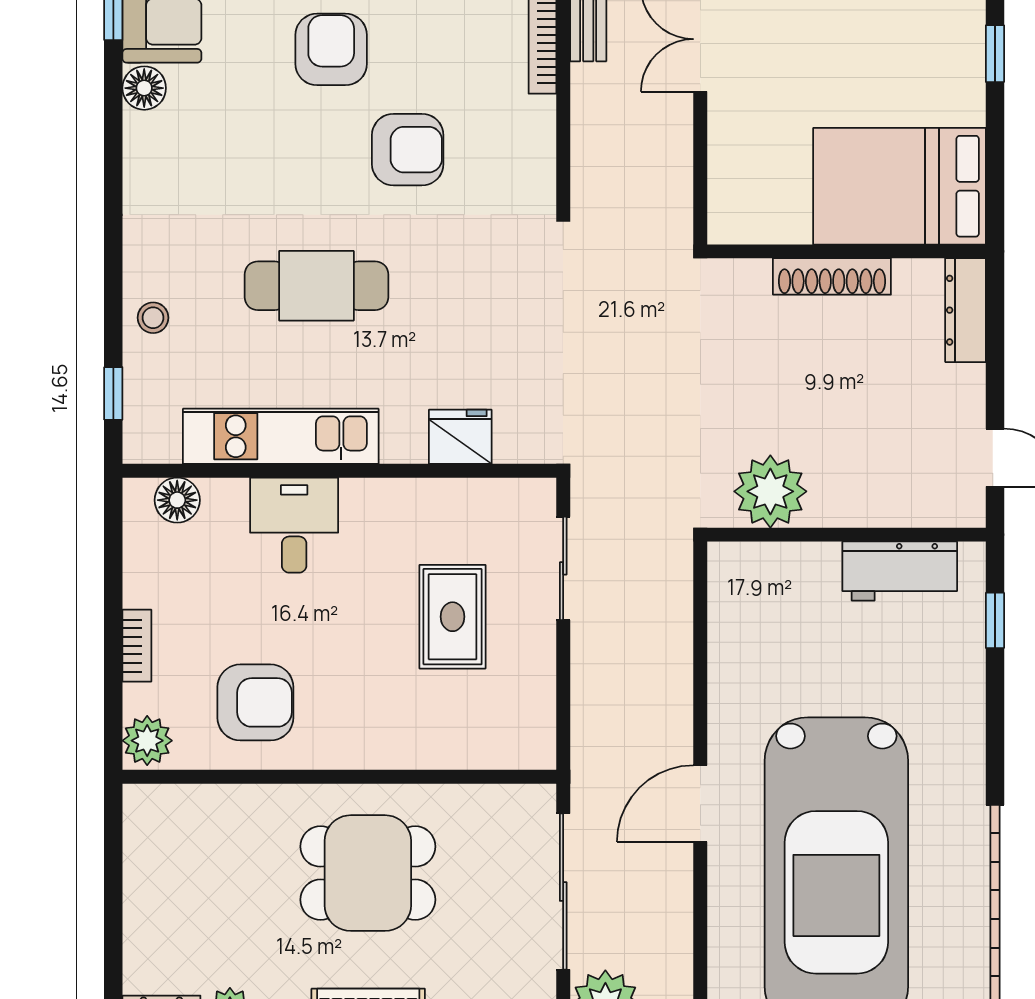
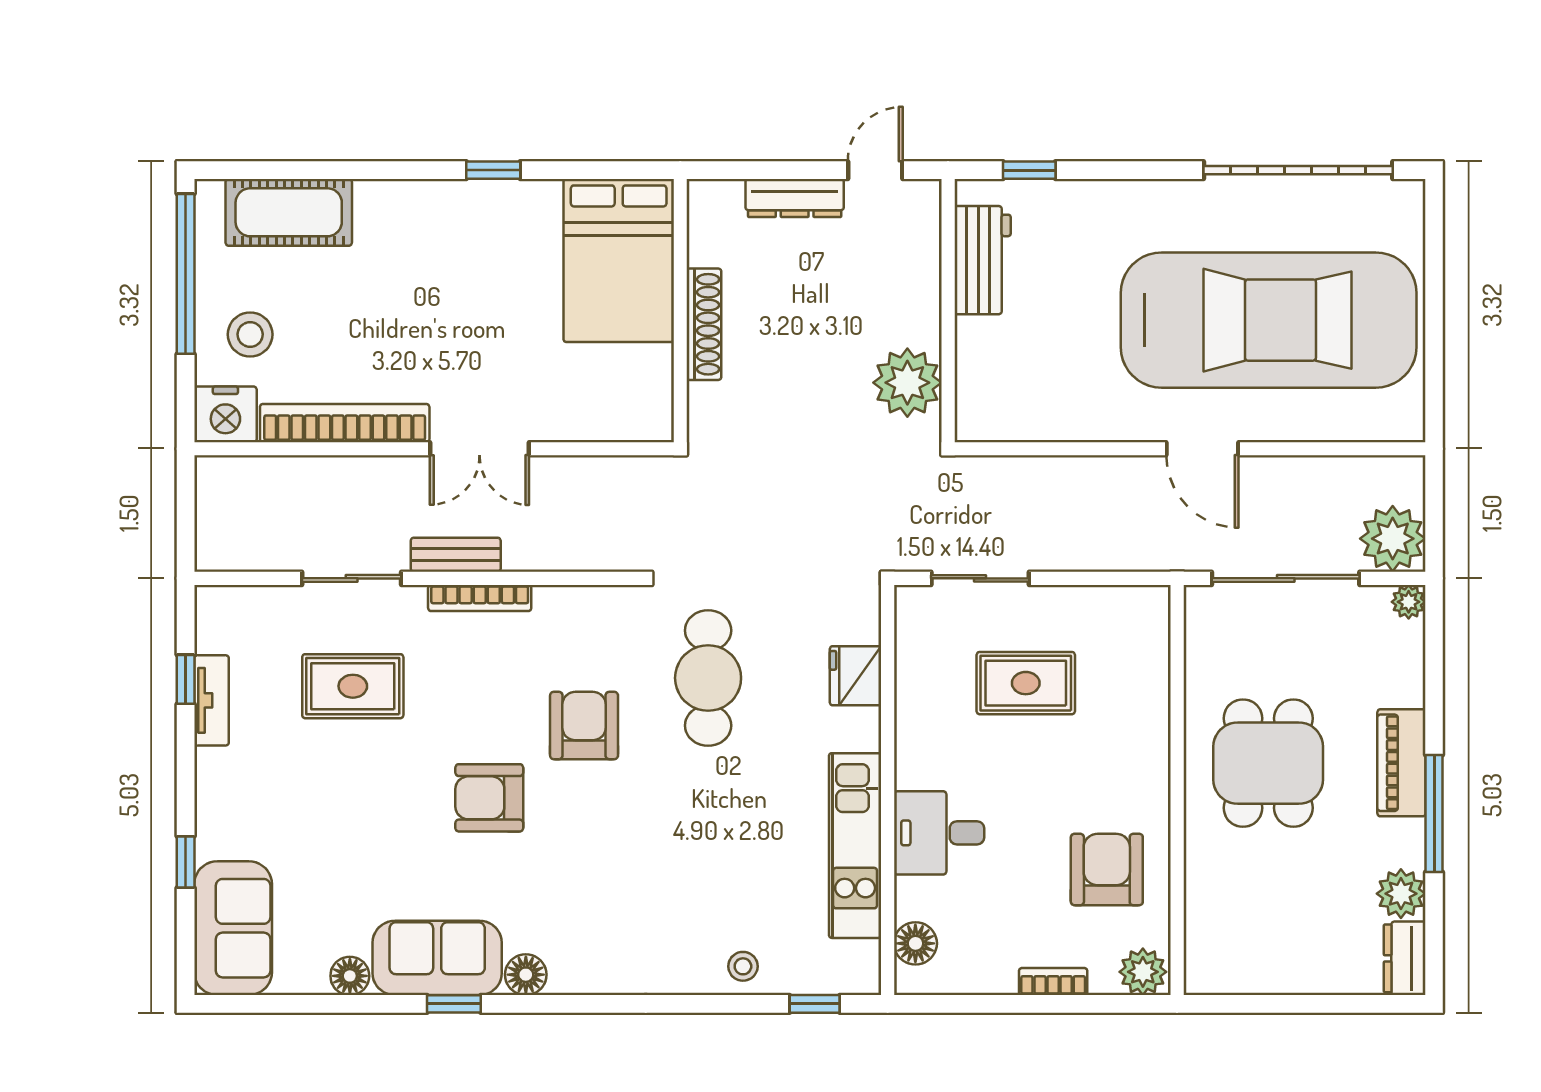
cafe table: (316, 286) -> (708, 678), moved
dresser: (965, 310) -> (795, 198), moved

